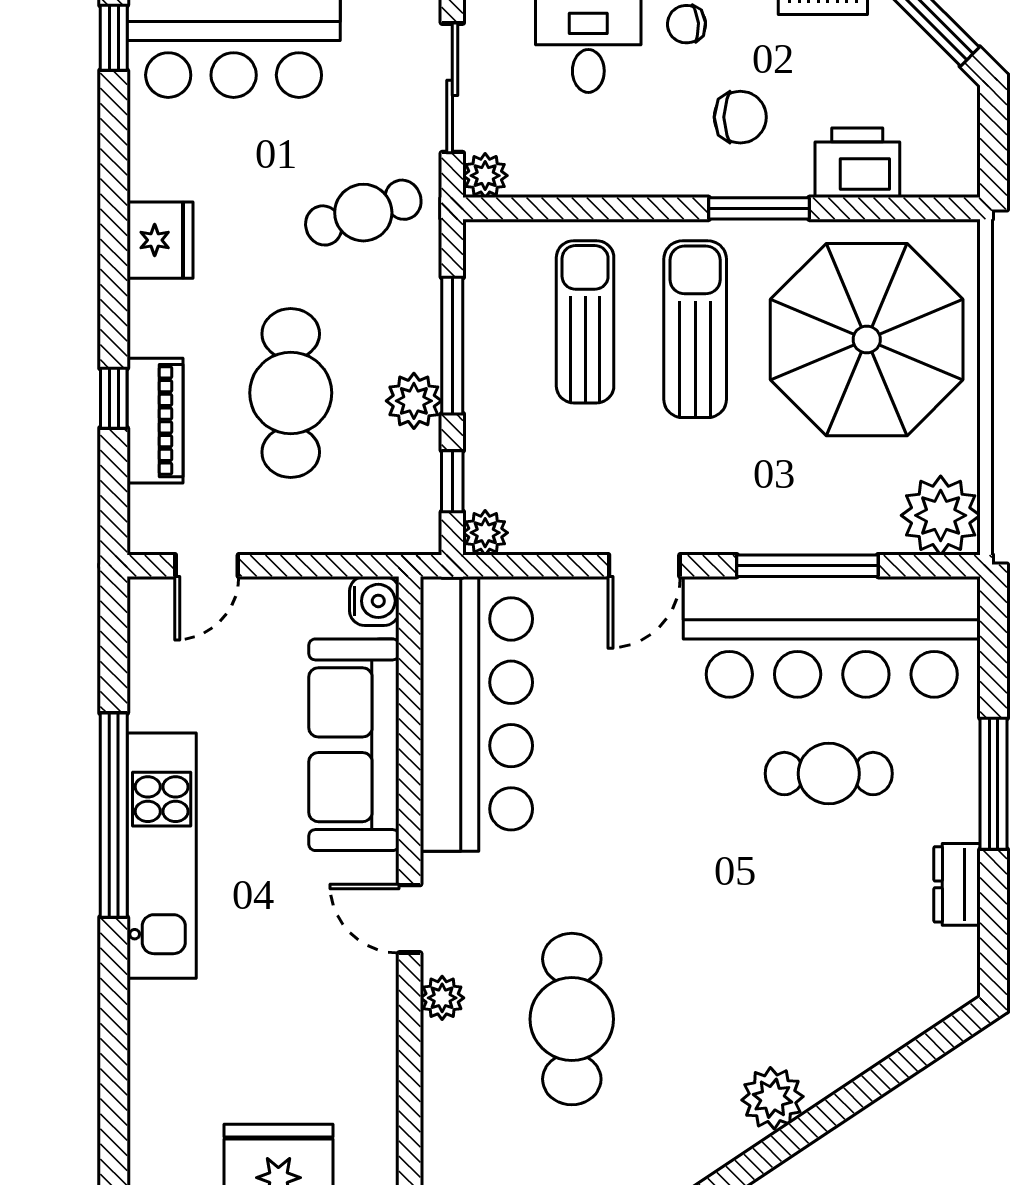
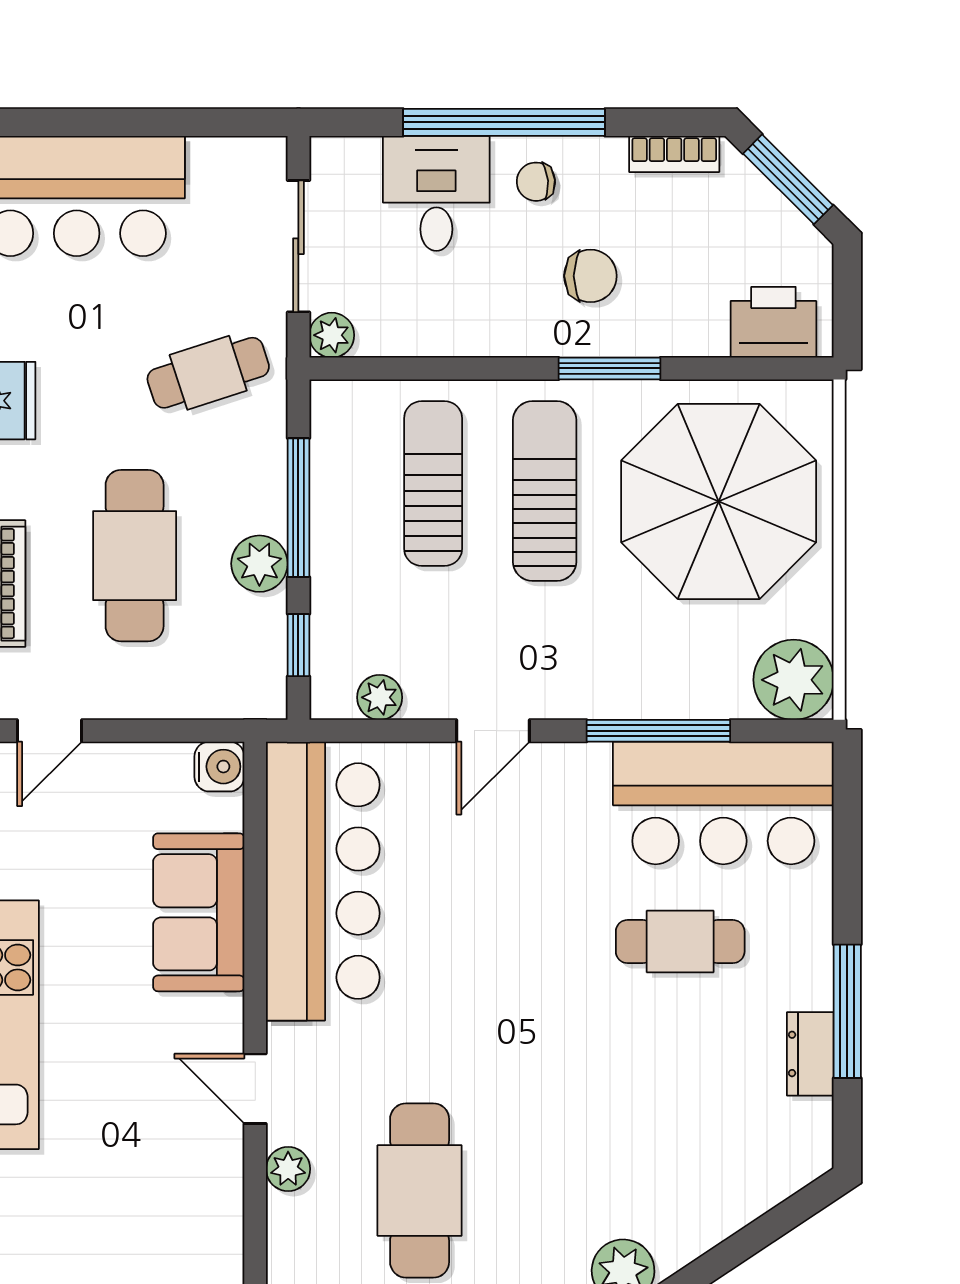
printer: (857, 163) -> (773, 322), moved
plant: (485, 533) -> (380, 697), moved
bar counter: (832, 637) -> (723, 803), width x0.73
sofa: (354, 745) -> (199, 912), width x0.73
window: (994, 784) -> (847, 1011), moved

